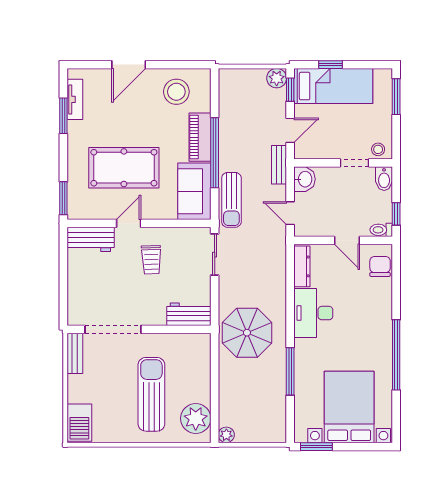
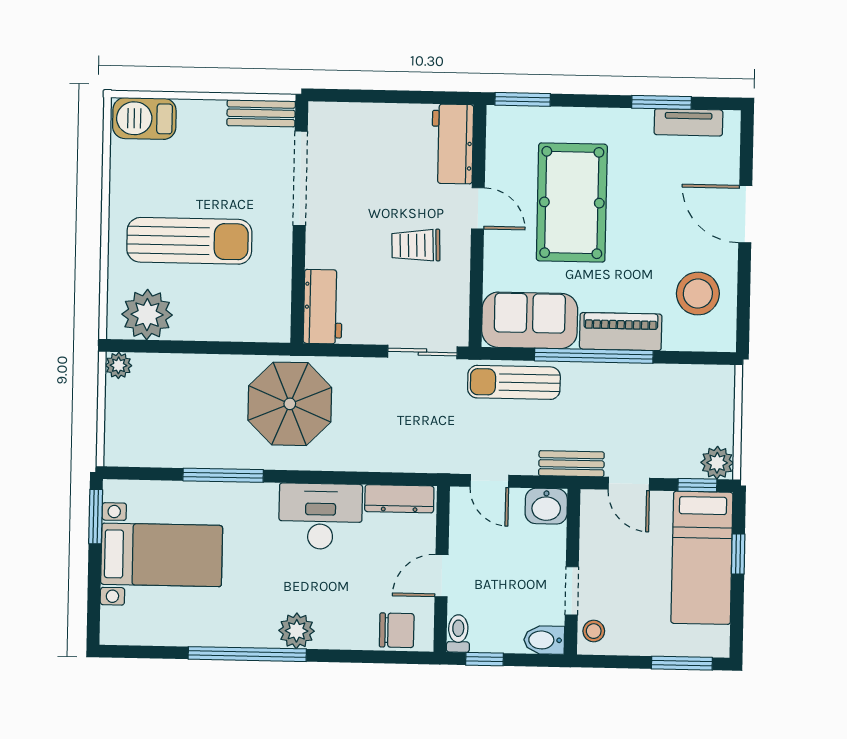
door: (290, 213) -> (489, 481), swing flipped
plant: (382, 326) -> (297, 631), added
bed with nightstands: (349, 407) -> (162, 555), width x0.73

